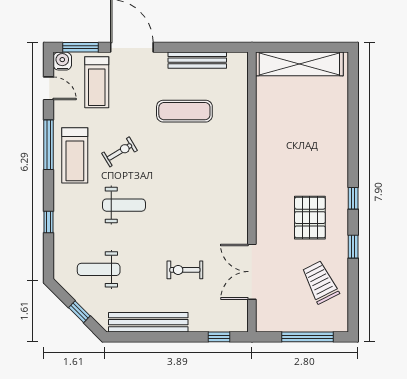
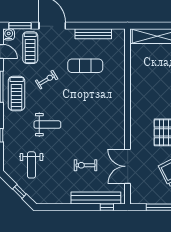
exercise bike: (120, 152) -> (47, 80), moved
weight bench: (99, 269) -> (31, 165), turned -90
bench: (148, 322) -> (96, 198), moved

